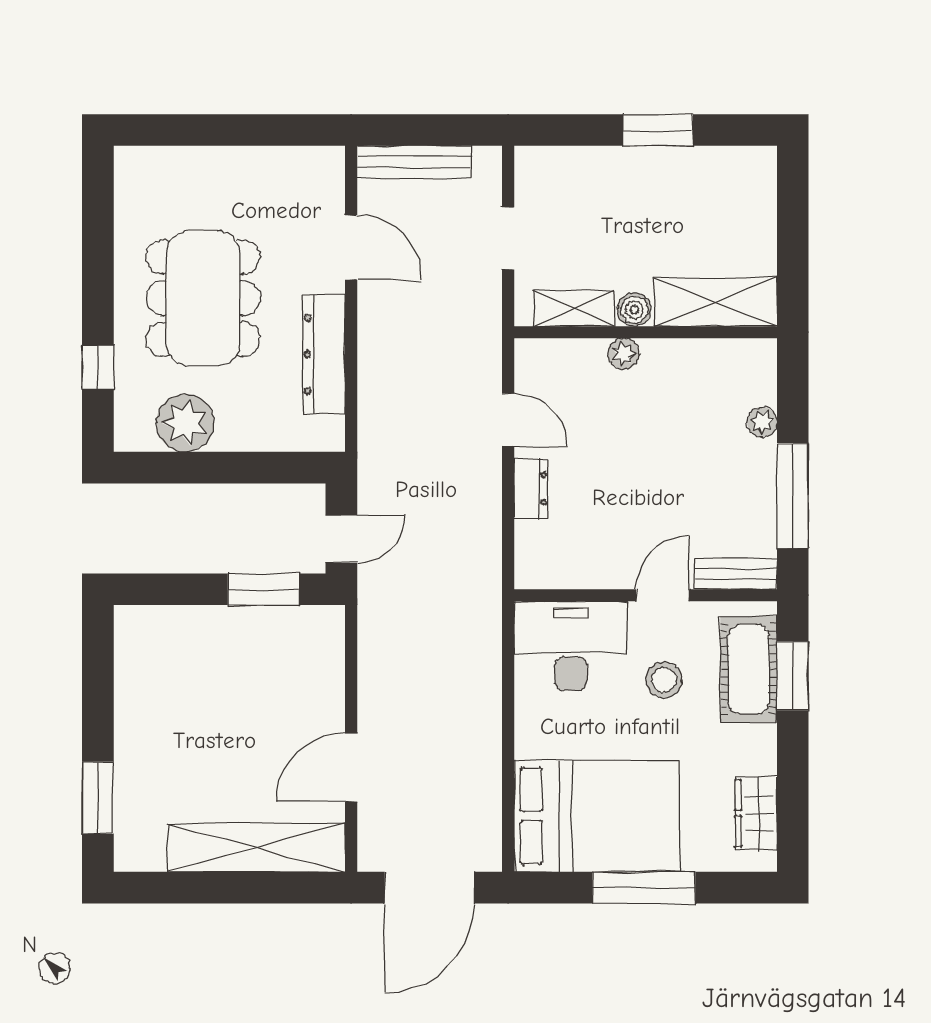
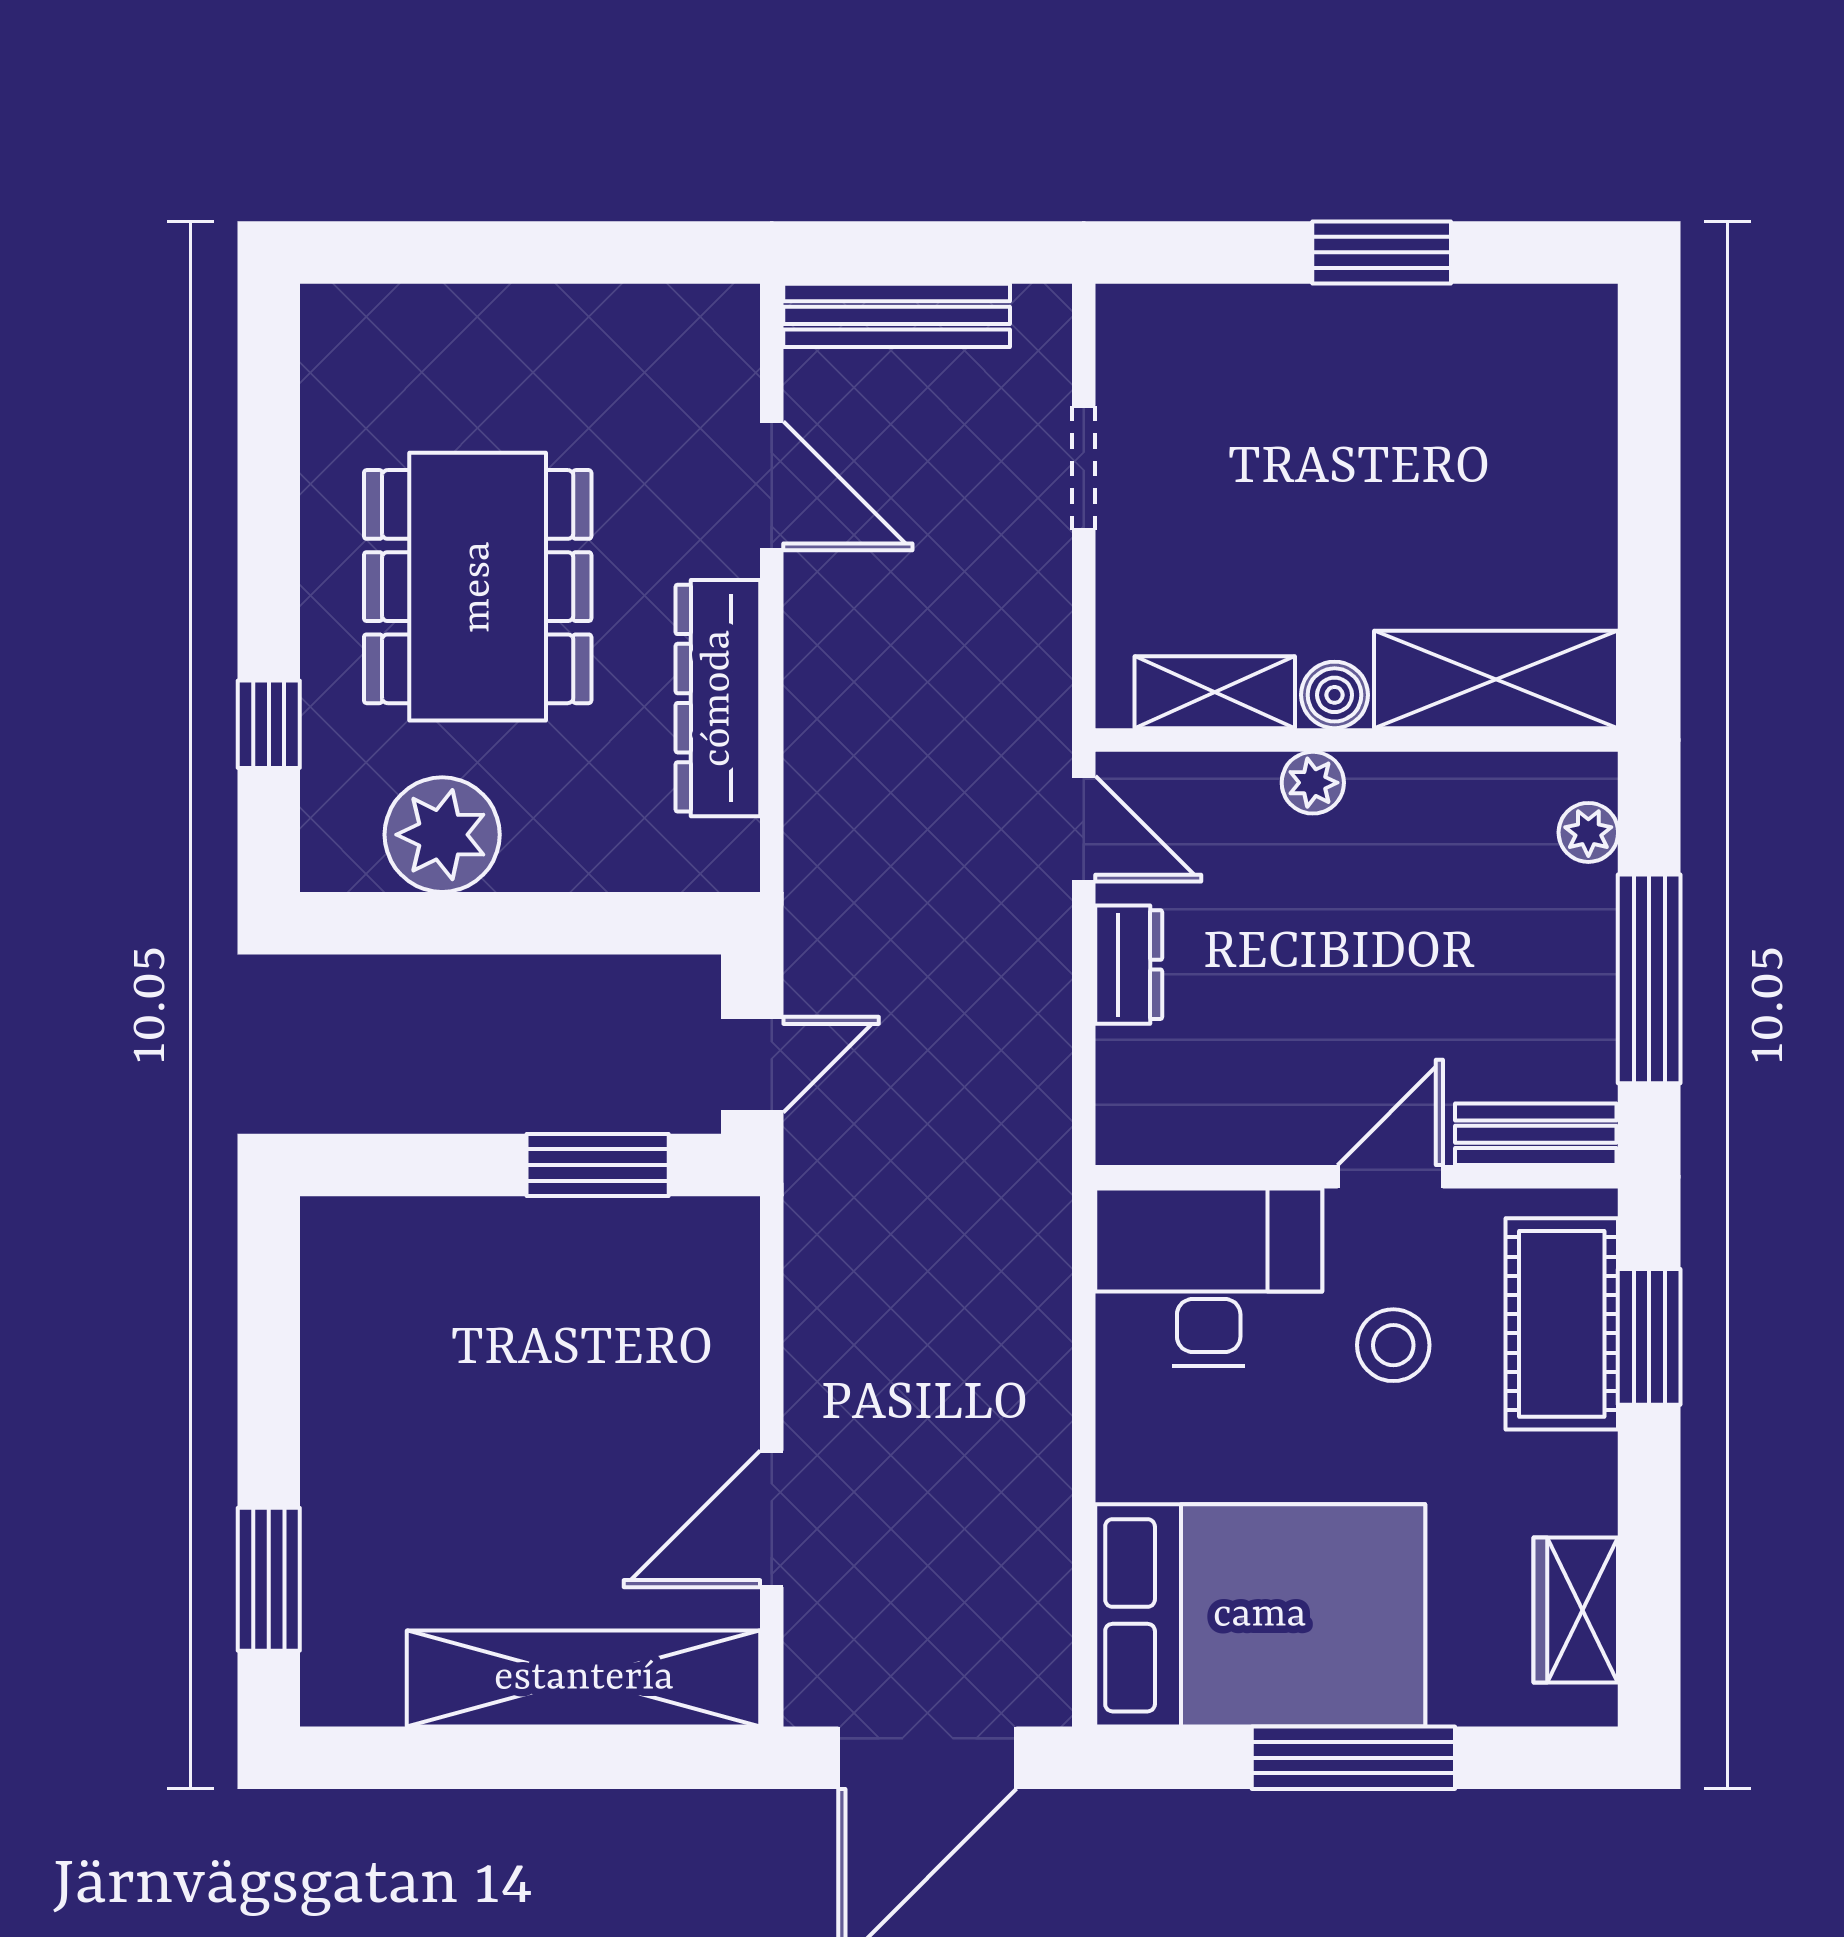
shelving: (716, 302) -> (1496, 679), moved
shelving: (574, 308) -> (1215, 692), moved
boiler: (634, 310) -> (1335, 695), moved
wall: (646, 332) -> (1357, 740), moved
plant: (623, 354) -> (1313, 783), moved

